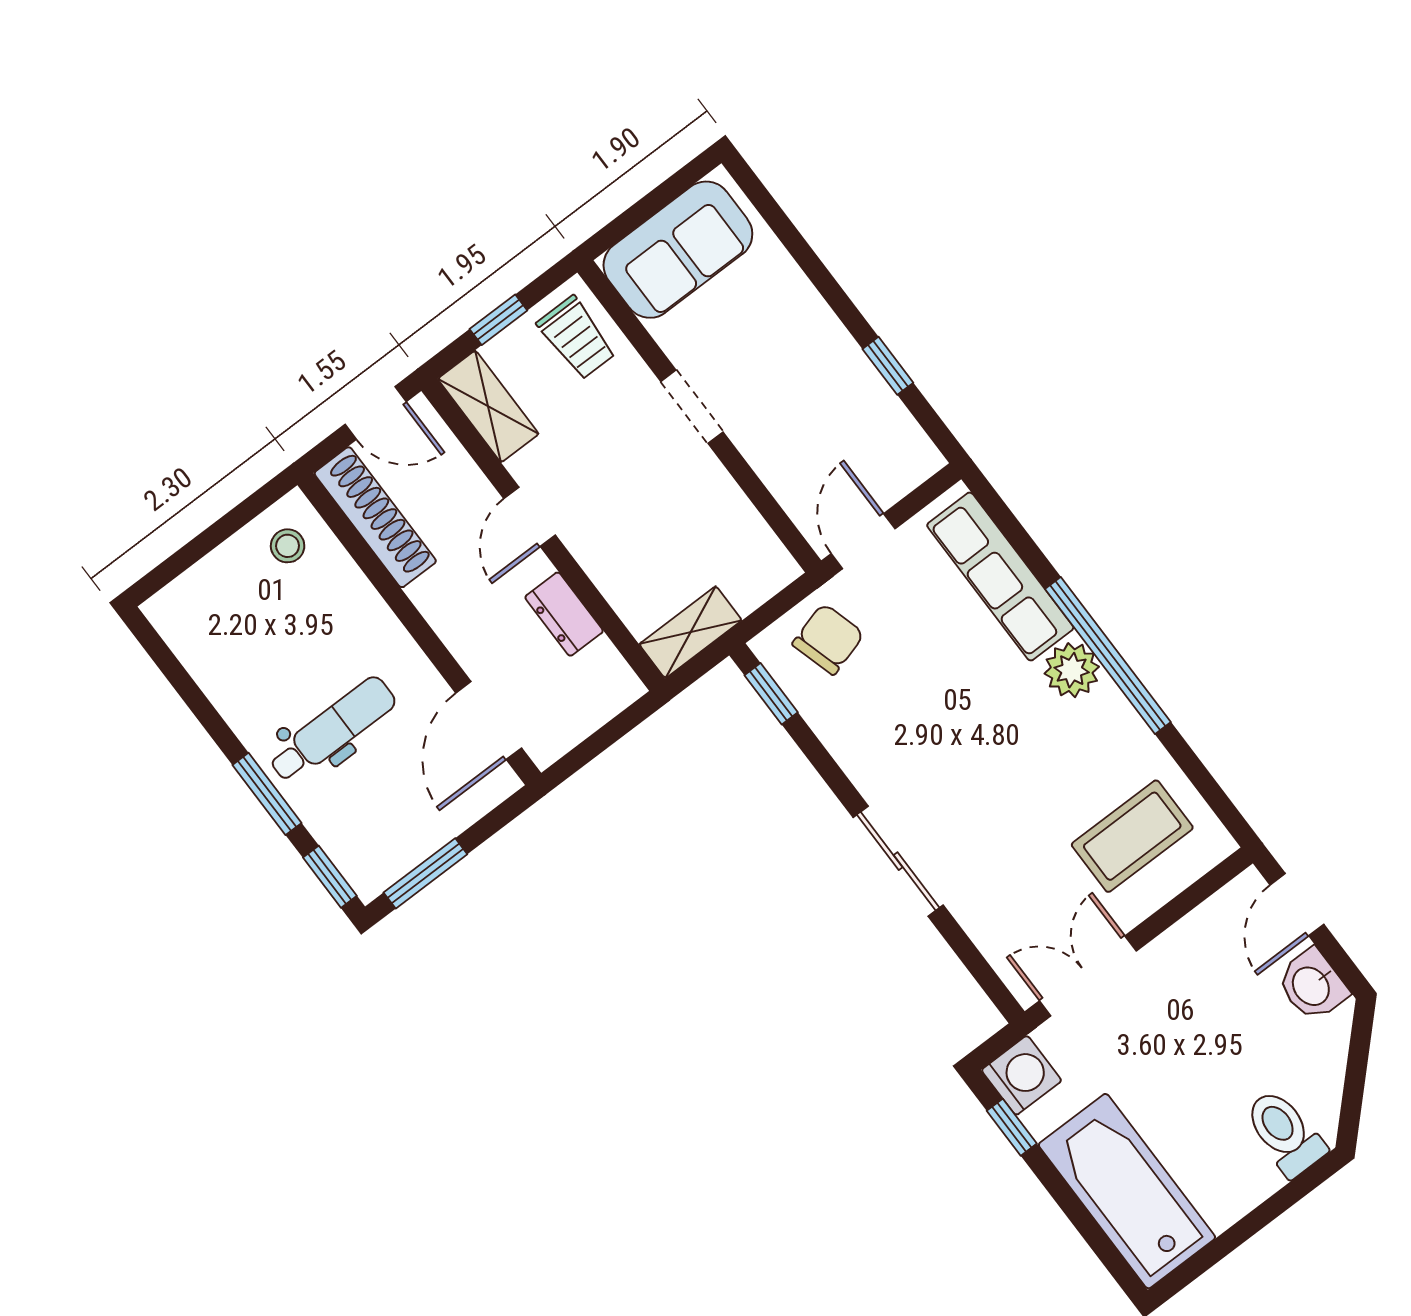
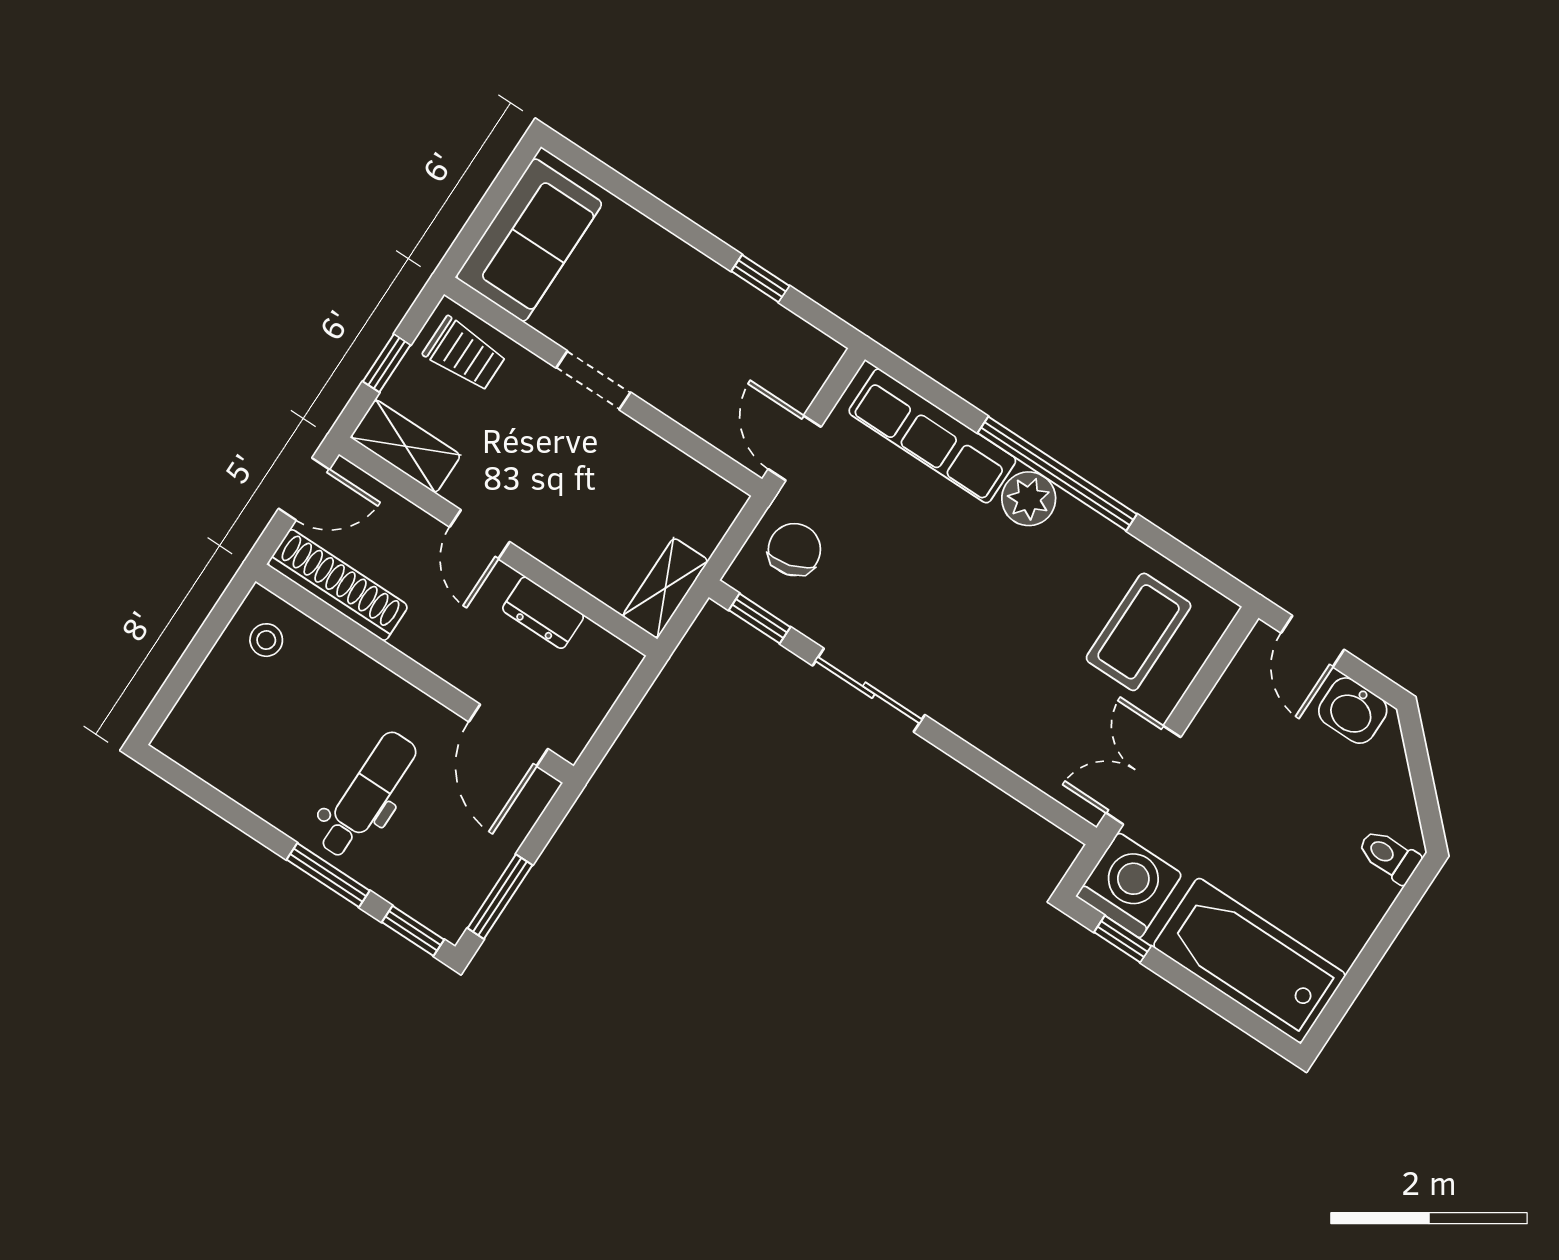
sliding door: (898, 861) -> (869, 690), moved
washing machine: (1021, 1075) -> (1129, 885), width x1.37, depth x1.37
toilet: (1285, 1133) -> (1389, 856), width x0.73, depth x0.72

